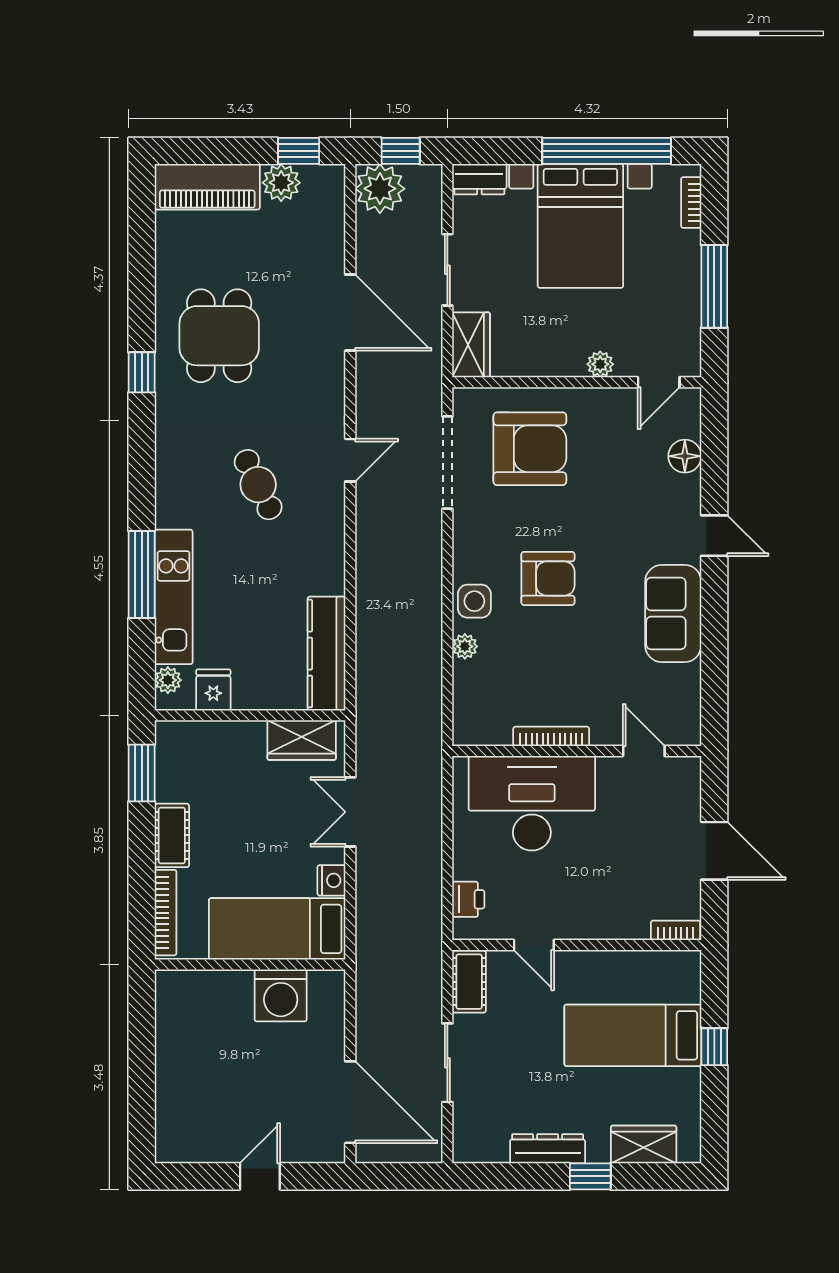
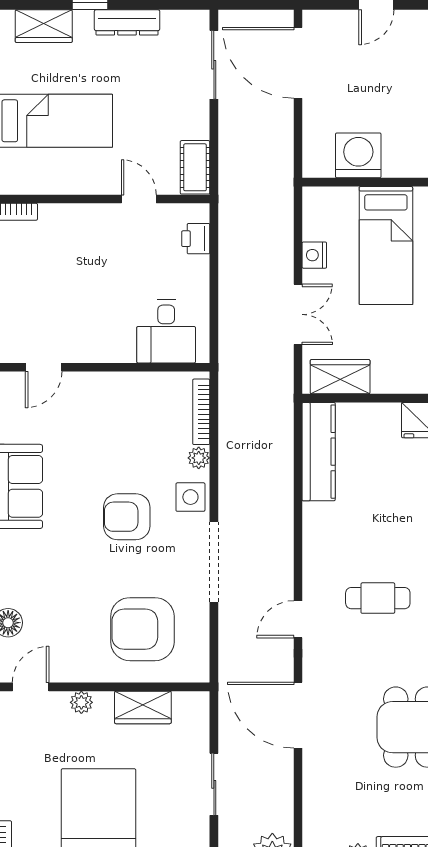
door: (350, 313) -> (298, 715), moved
wardrobe: (471, 345) -> (143, 707), moved, turned -90
doorway: (447, 463) -> (214, 562), moved
cafe table: (258, 485) -> (378, 598), turned -64
bookcase: (551, 736) -> (201, 412), moved, turned 90
door: (644, 751) -> (44, 367), hinge flipped
desk: (532, 803) -> (166, 331), width x0.53, depth x0.77
bed: (277, 929) -> (386, 246), moved, turned 90
sliding door: (447, 1063) -> (214, 65), moved

